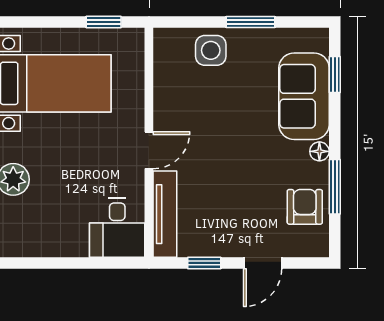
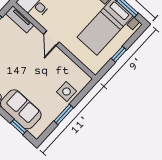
window: (104, 22) -> (119, 54), moved
tv unit: (165, 214) -> (20, 19), width x0.71

